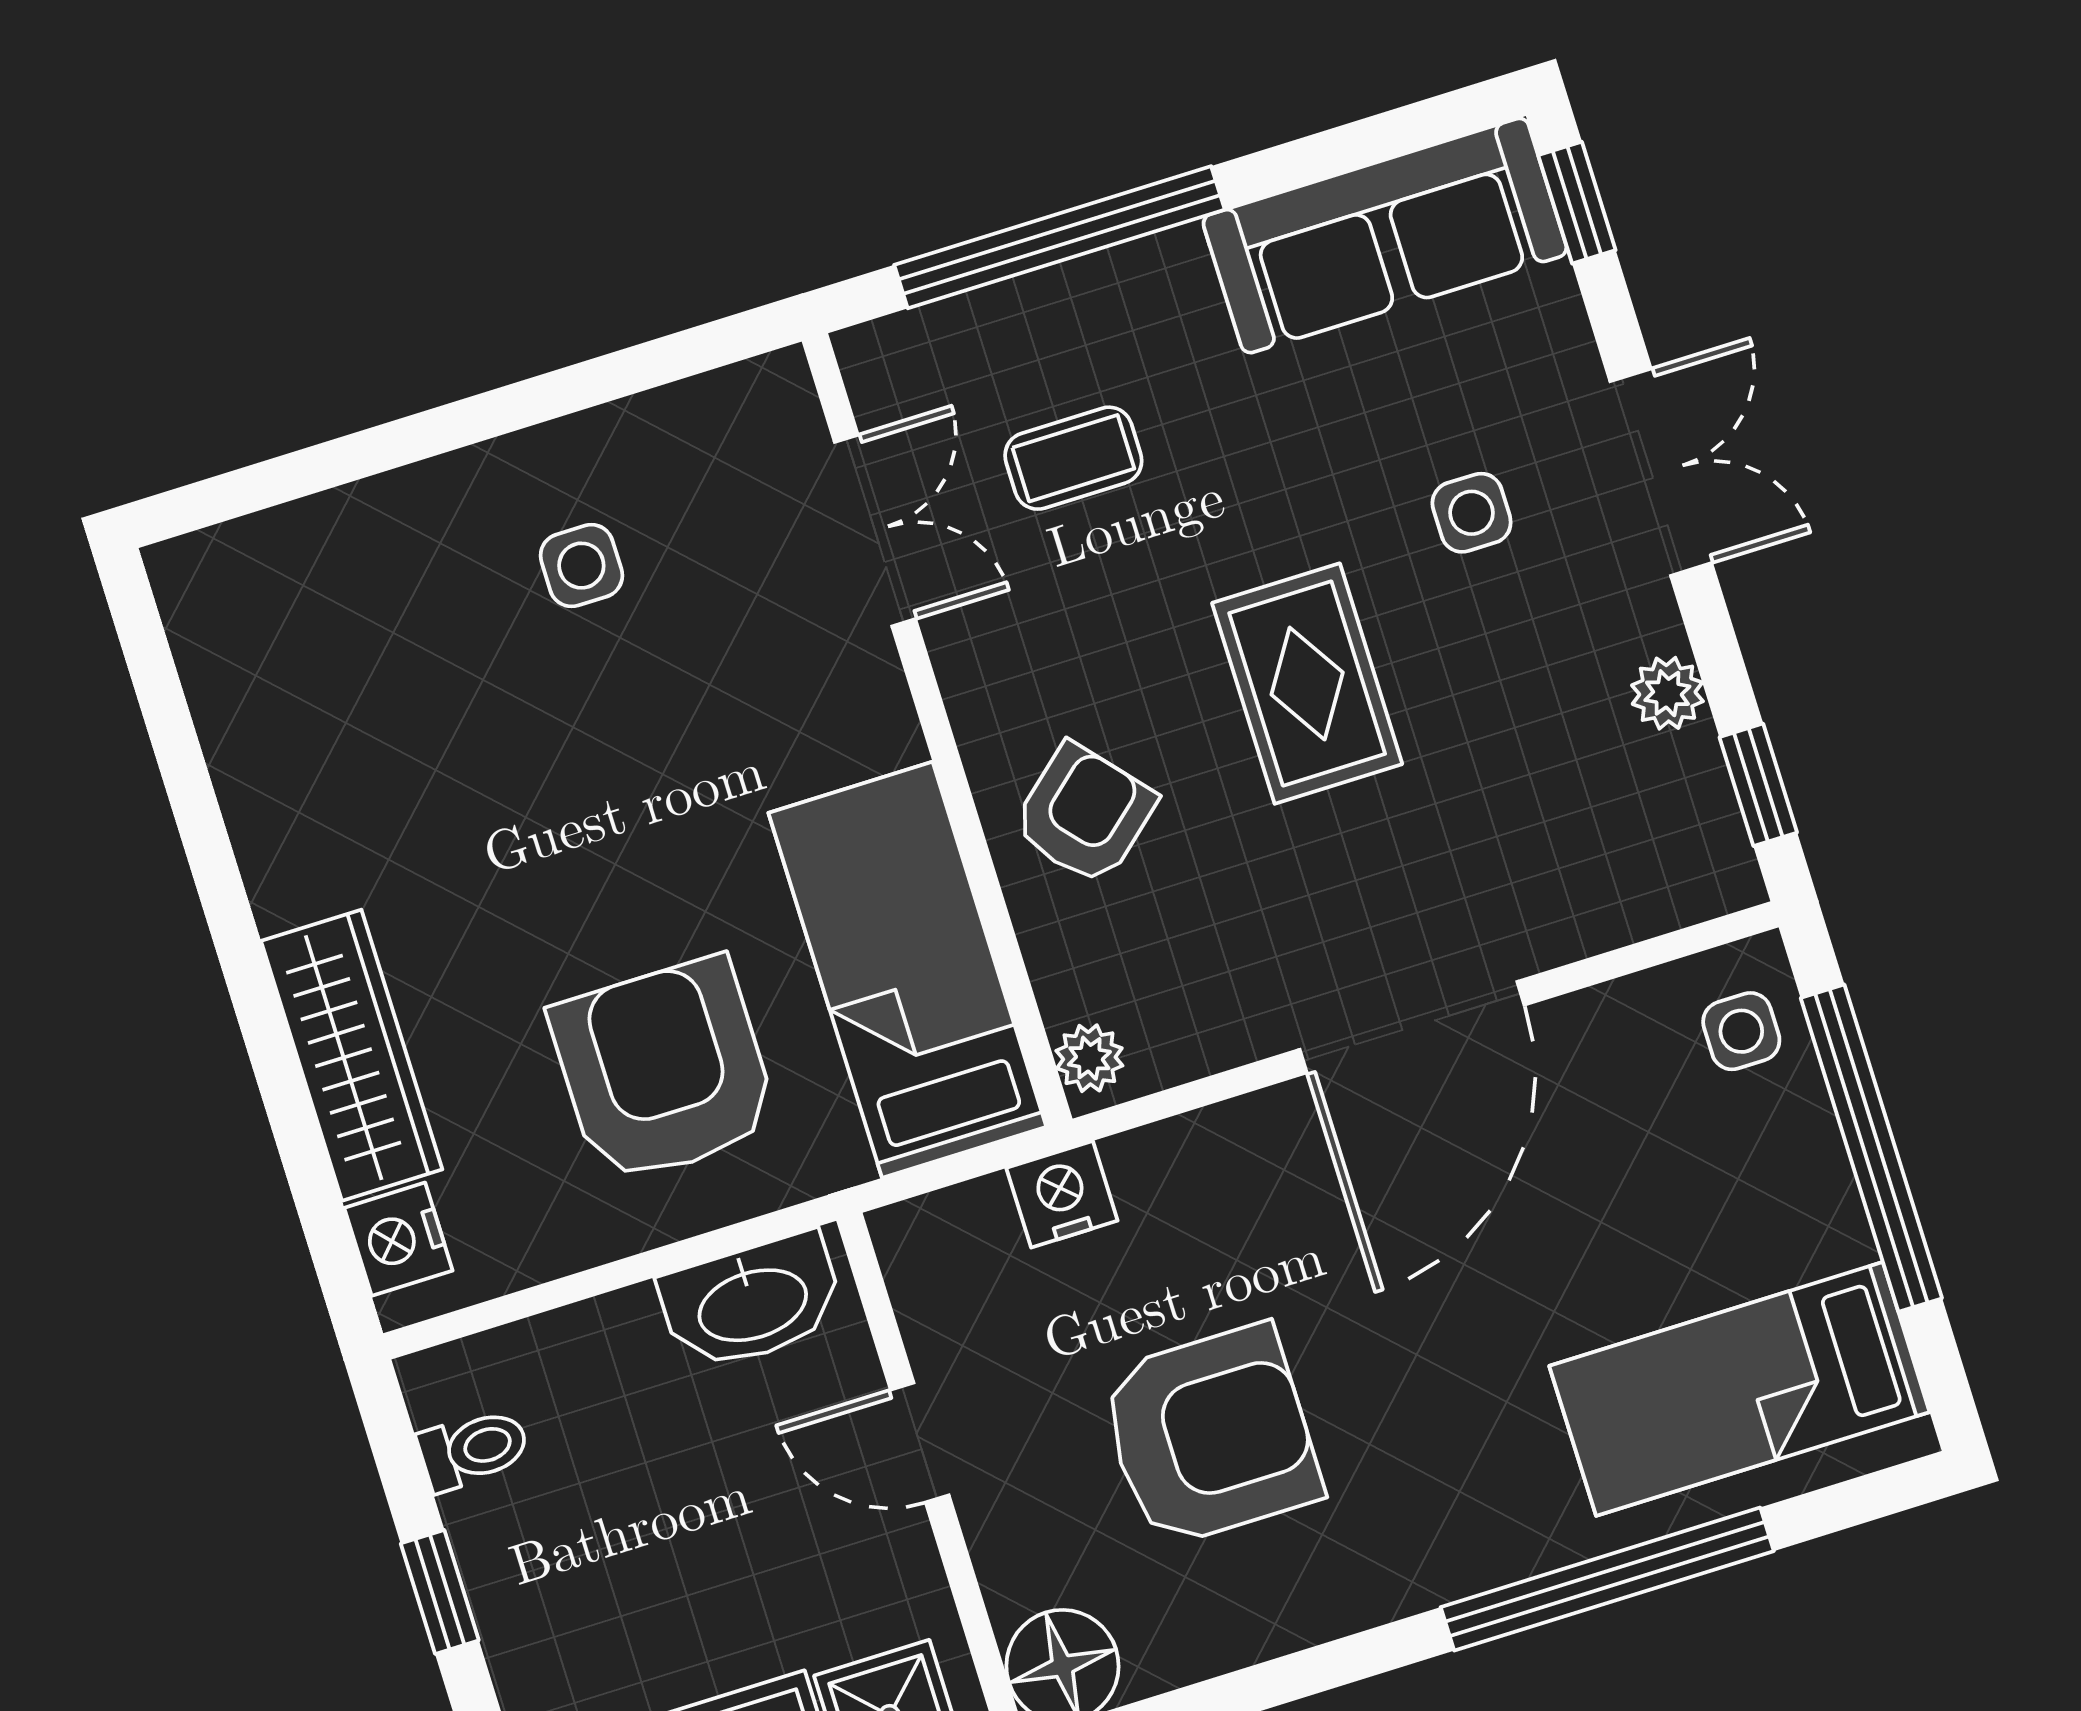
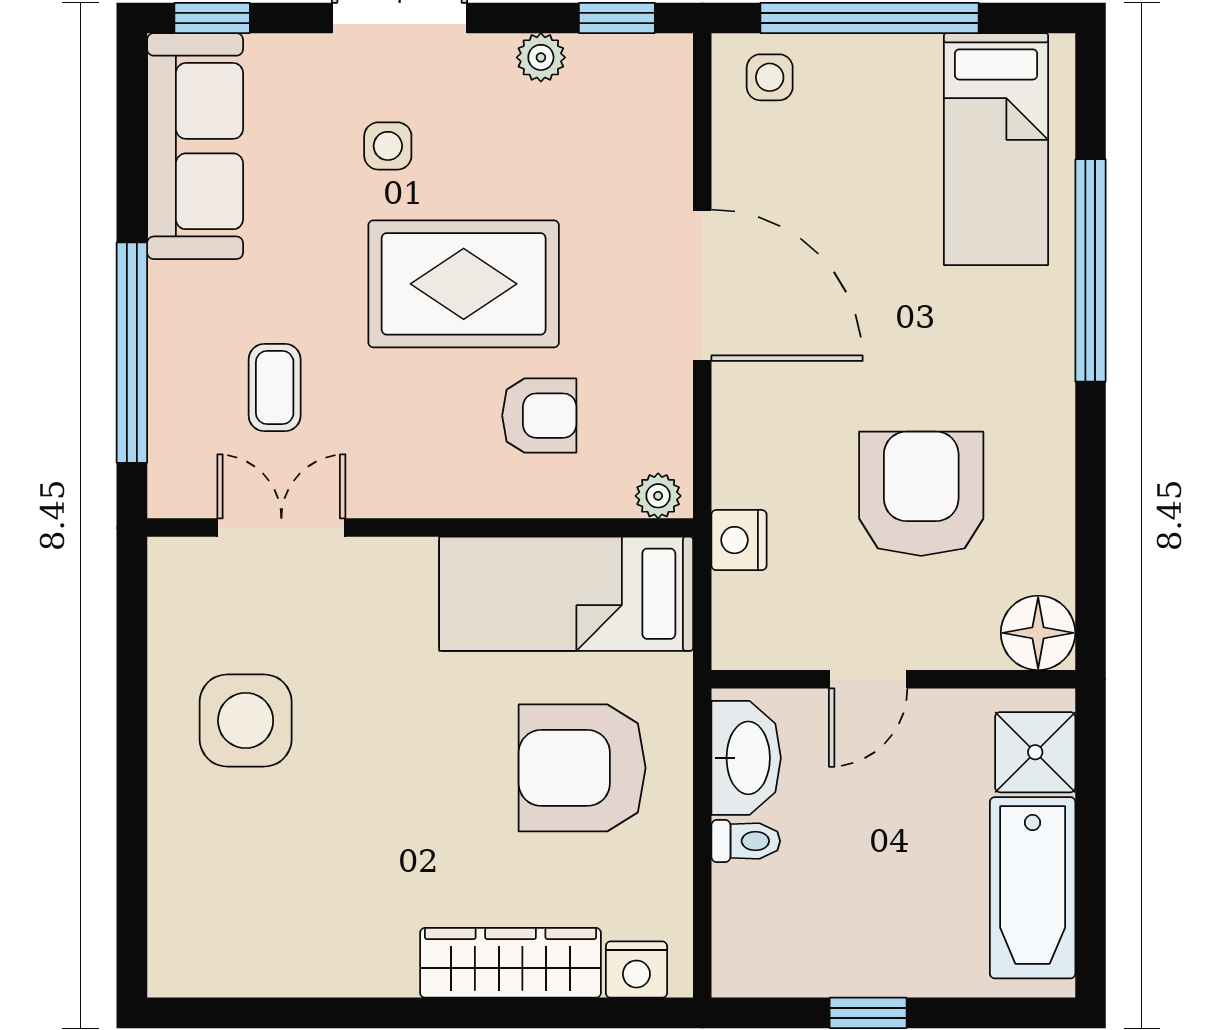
side table: (581, 566) -> (246, 721), width x1.87, depth x1.87
rug: (1307, 684) -> (464, 284), width x1.36, depth x1.43
armchair: (1084, 814) -> (539, 416), moved, turned 131
toilet: (474, 1449) -> (746, 841), moved, turned 90

